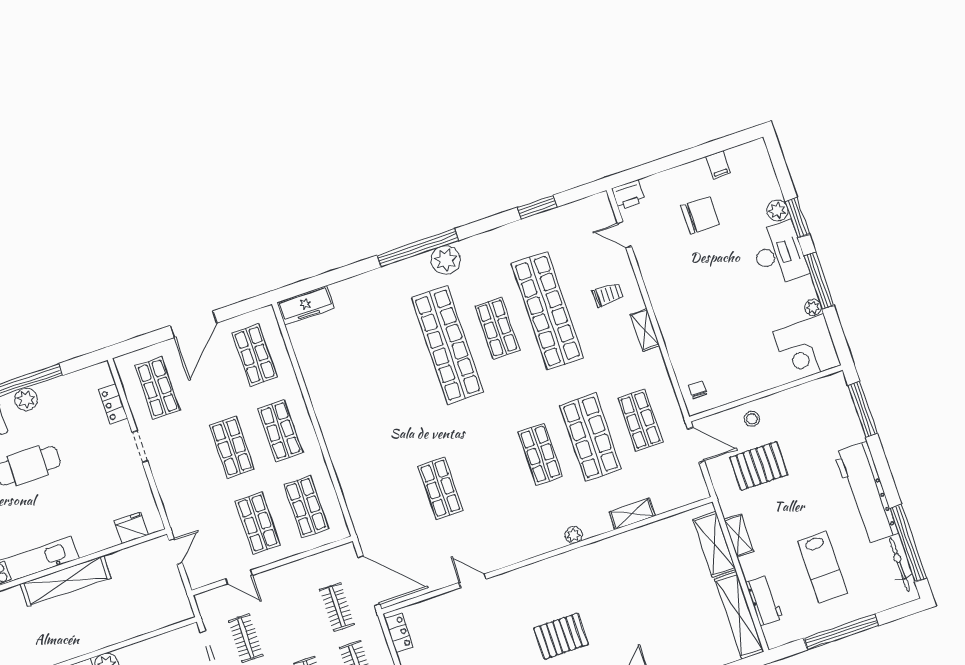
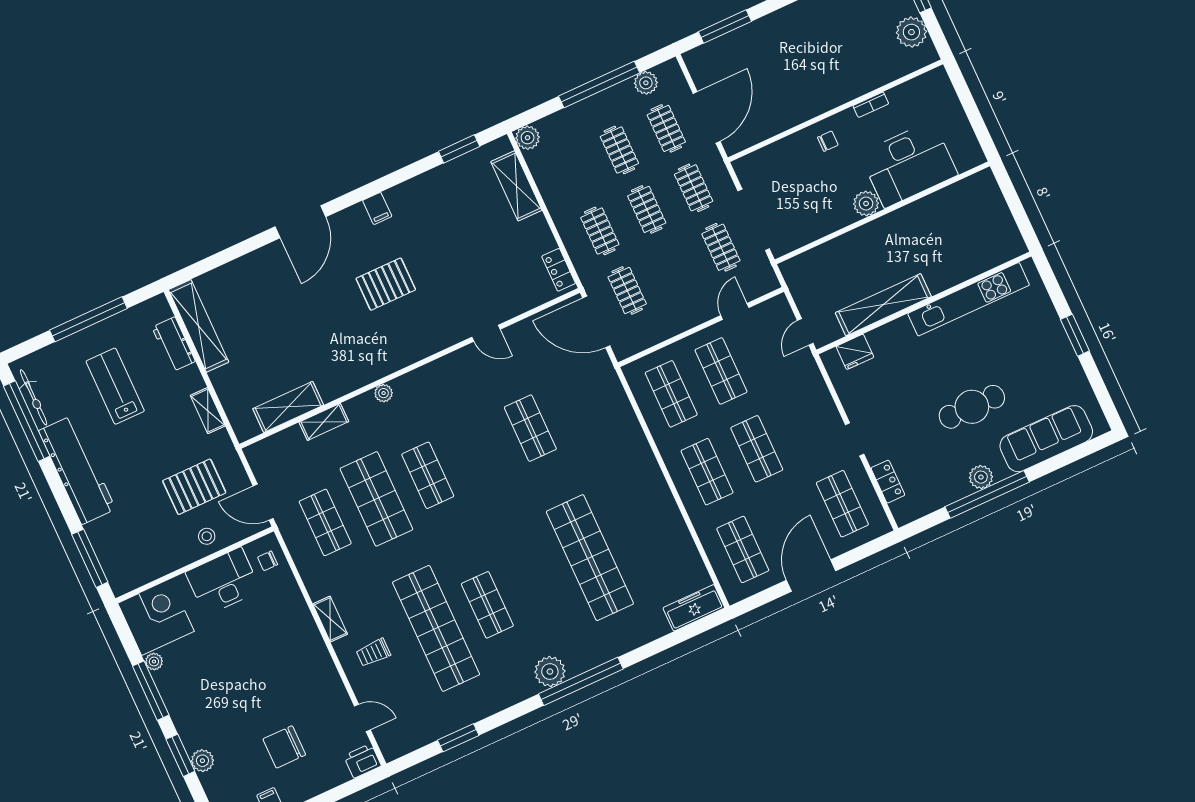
desk: (779, 253) -> (223, 581), moved, turned 90
shop shelf: (447, 345) -> (590, 558), moved
chair: (698, 390) -> (268, 561), turned 90
shelving: (714, 544) -> (288, 407), moved, turned 90
door: (239, 577) -> (735, 311), hinge flipped
shelving: (66, 581) -> (883, 305), moved

